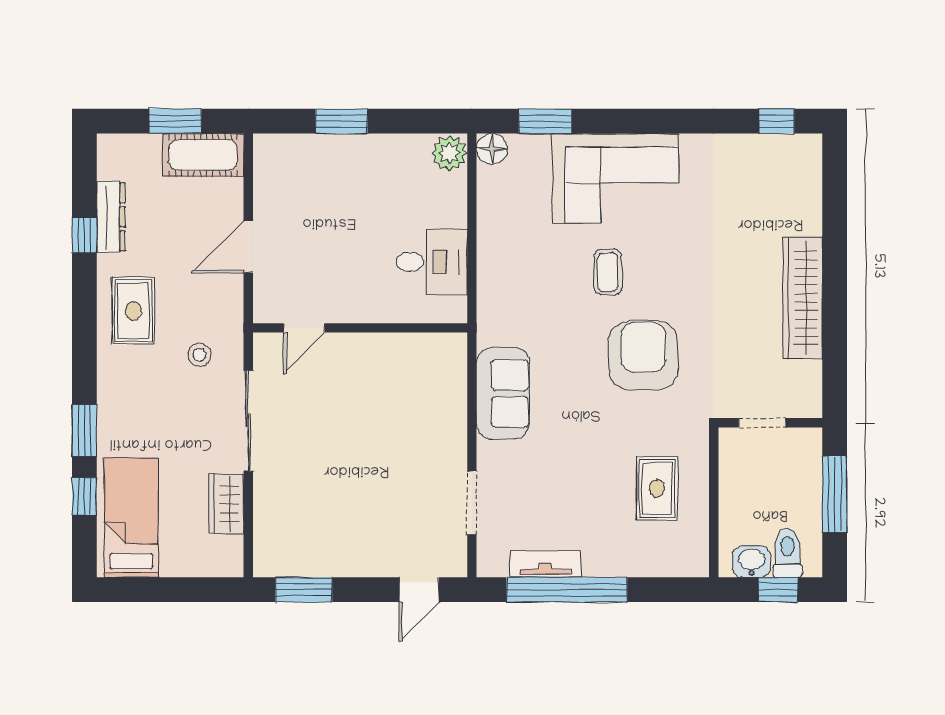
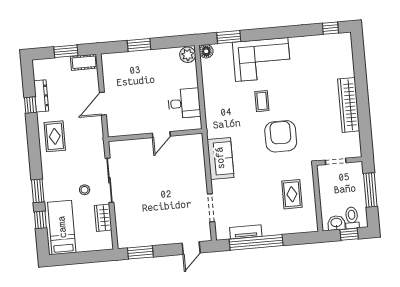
cot: (203, 155) -> (84, 62), width x0.73, depth x0.75
door: (304, 328) -> (161, 135), moved
stool: (199, 355) -> (85, 190), moved

